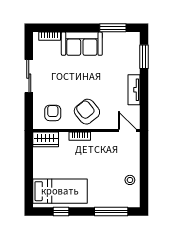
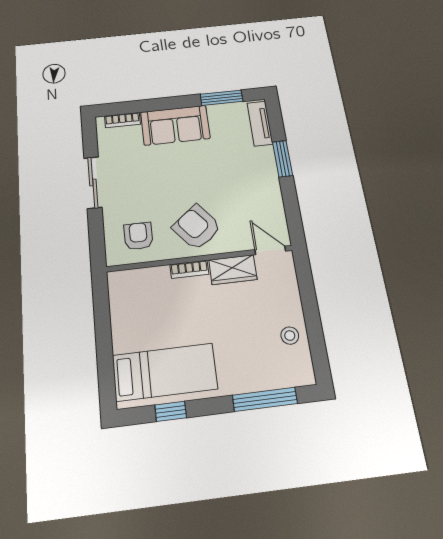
window: (144, 57) -> (283, 159), moved
tv unit: (134, 90) -> (260, 124), moved
wardrobe: (46, 139) -> (233, 270), moved

